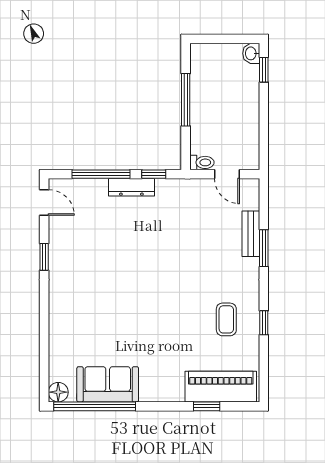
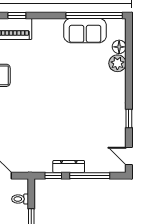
toilet: (202, 162) -> (20, 199), moved
plant: (61, 337) -> (117, 63), added
floor lamp: (58, 392) -> (119, 47), moved

